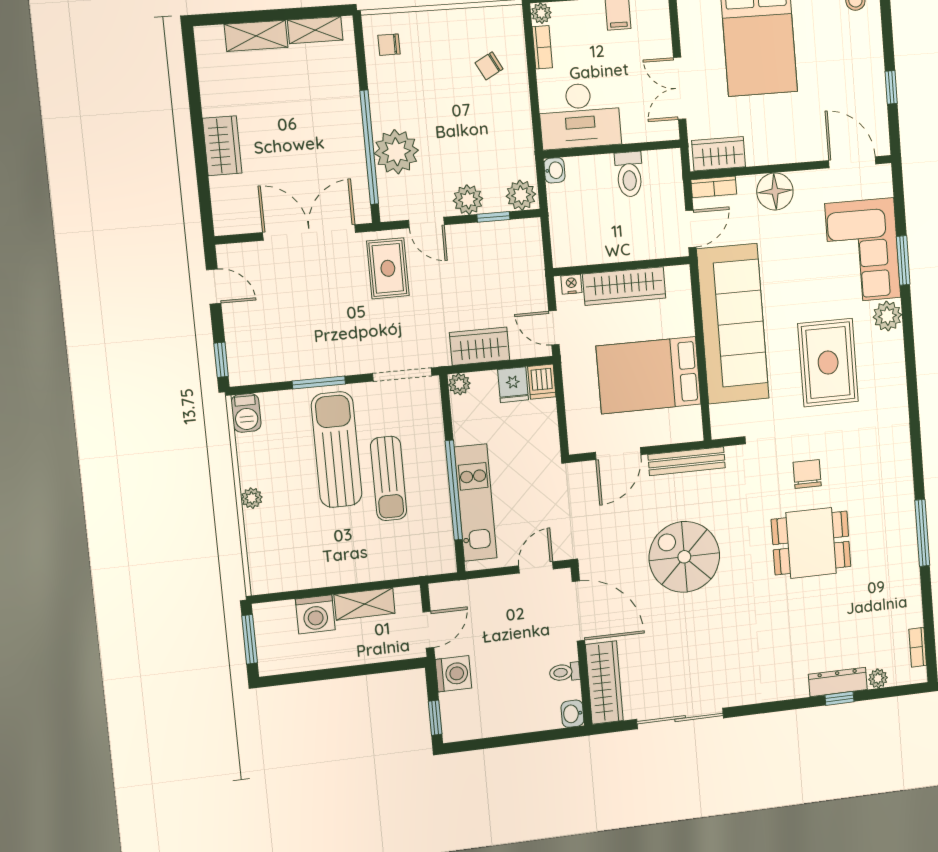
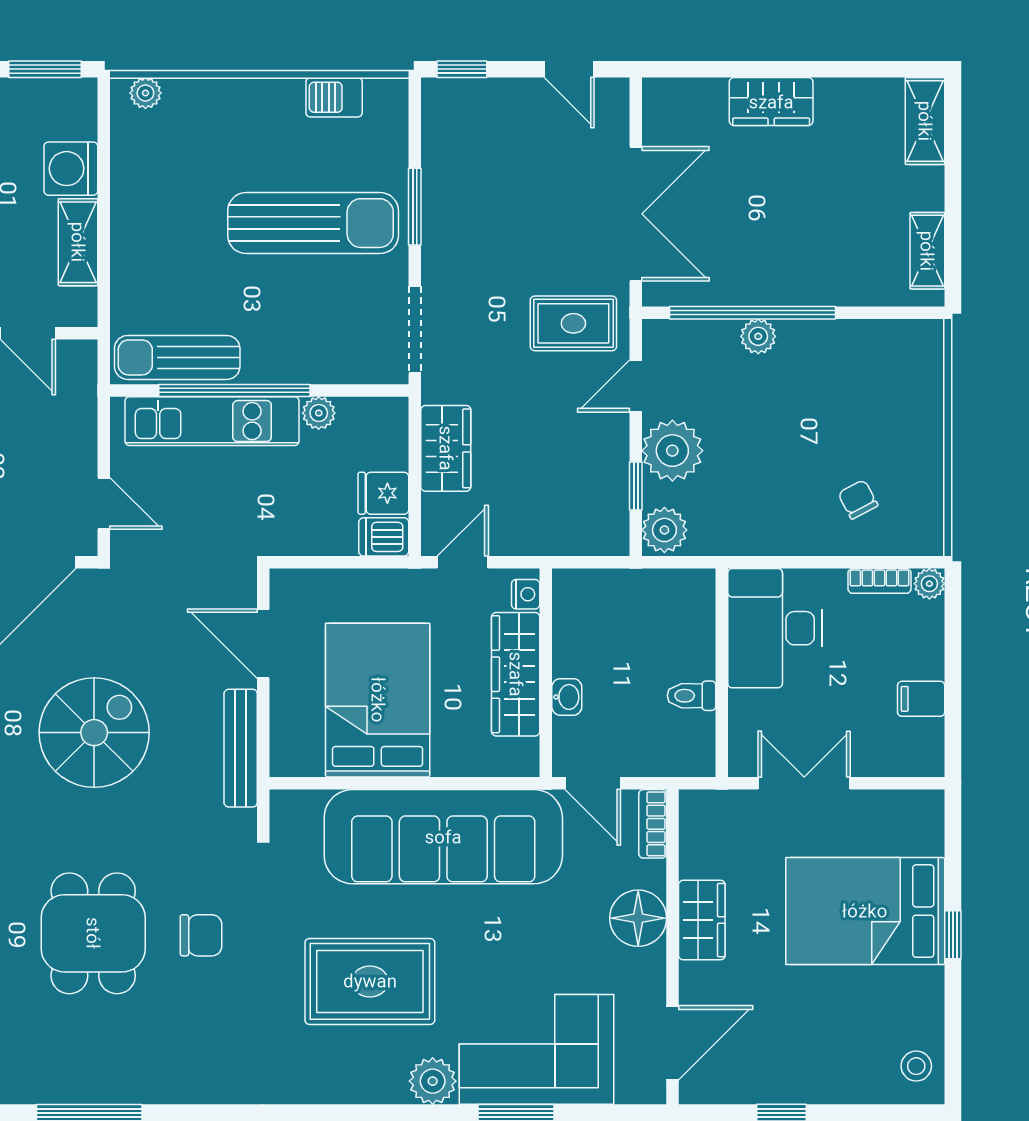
shelving: (256, 36) -> (925, 121), moved
chair: (389, 45) -> (899, 355), removed
plant: (396, 152) -> (758, 336), width x0.53, depth x0.53
wardrobe: (719, 154) -> (702, 920), moved
washbasin: (554, 170) -> (567, 697), moved, turned -90
toilet: (629, 174) -> (691, 696), width x0.73, depth x0.72
plant: (468, 200) -> (672, 451), width x1.36, depth x1.36
door: (214, 287) -> (569, 69), hinge flipped
plant: (459, 384) -> (319, 413), moved
barbecue: (246, 413) -> (334, 97), moved
sun lounger: (389, 478) -> (177, 357), moved
plant: (252, 498) -> (145, 93), moved

